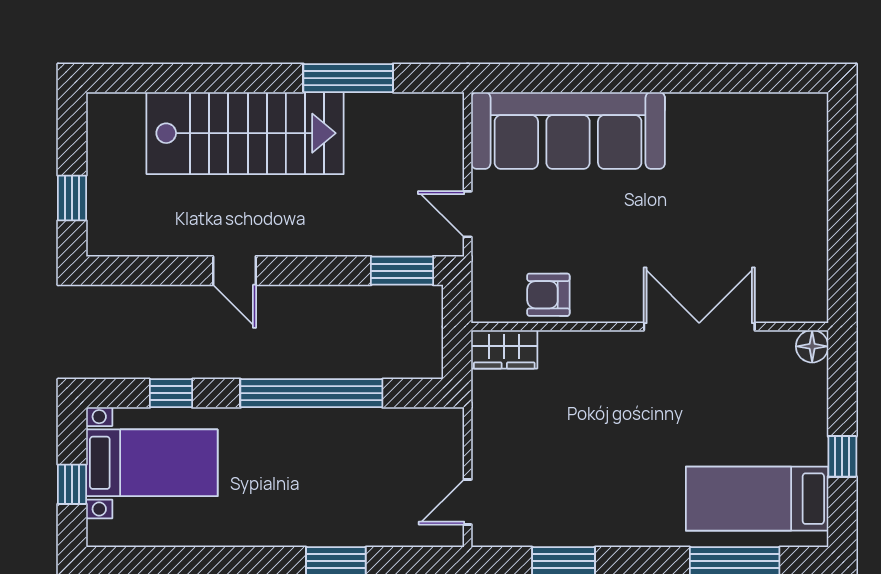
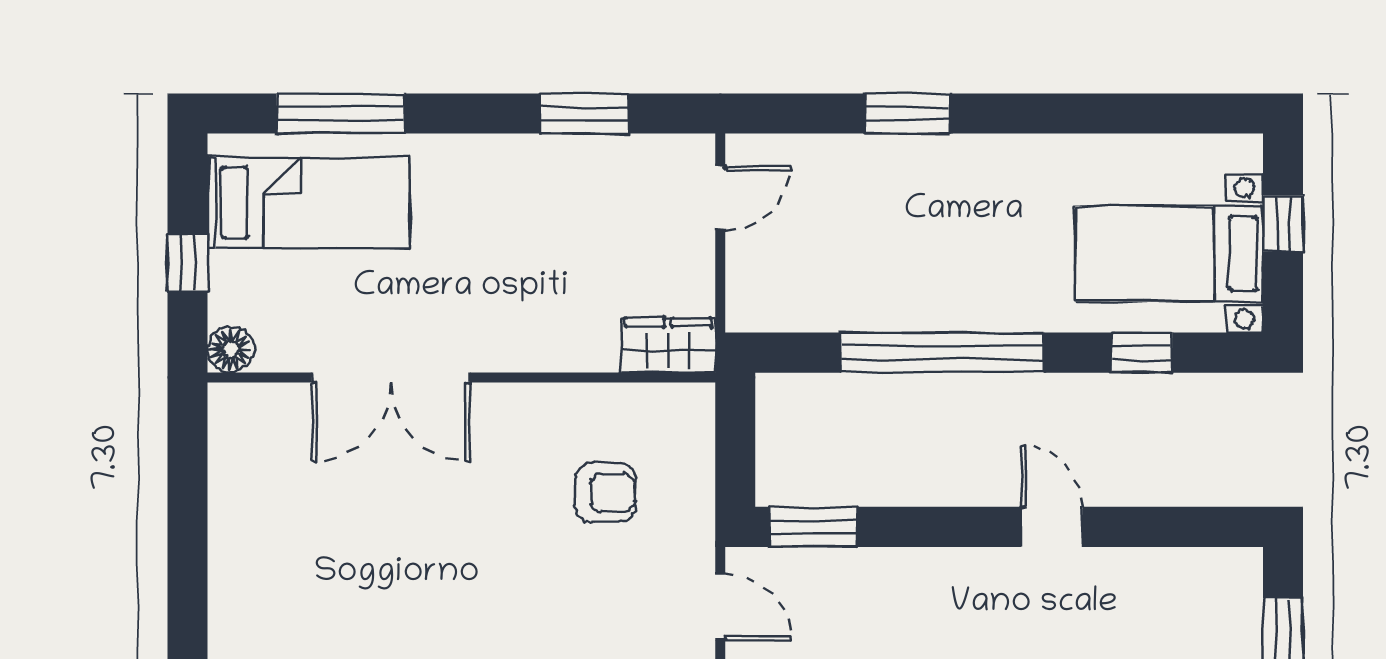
wall: (650, 327) -> (461, 377), moved
double door: (699, 327) -> (391, 377), moved
floor lamp: (812, 346) -> (230, 349), moved
wardrobe: (504, 349) -> (668, 345), moved

